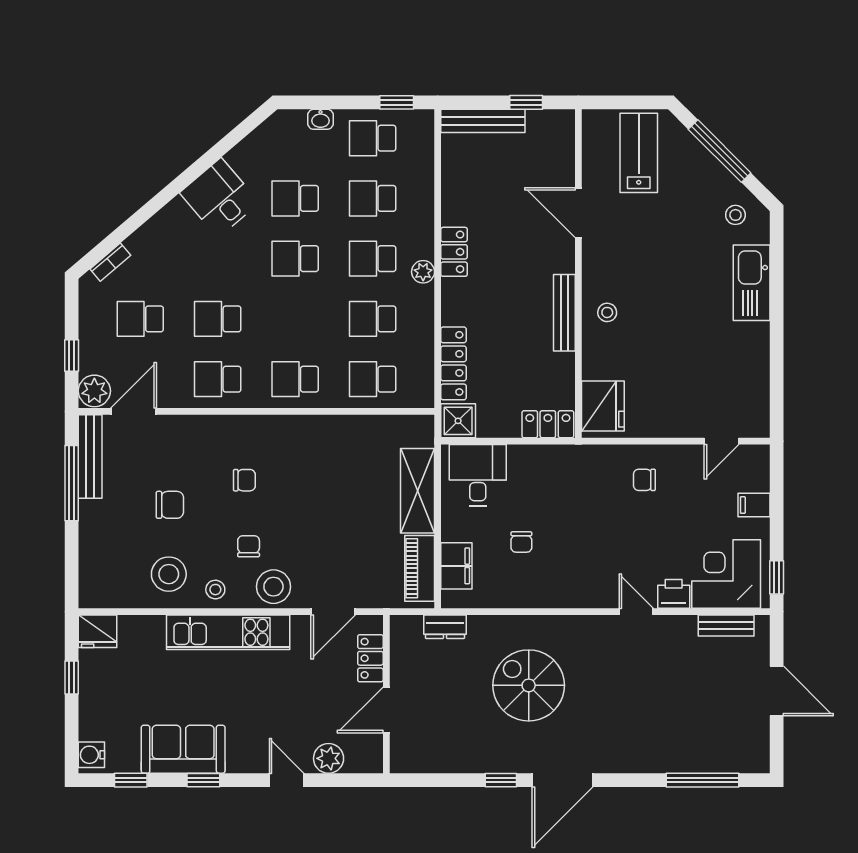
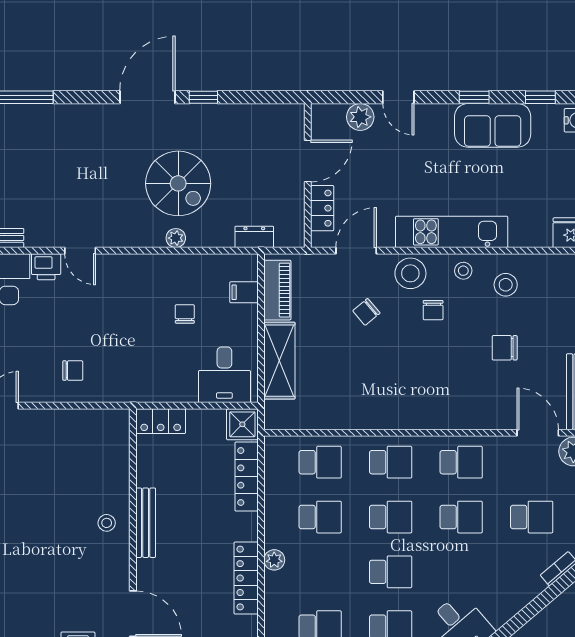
locker: (454, 252) -> (246, 578), width x1.53
school desk: (373, 259) -> (391, 517), moved
fridge: (603, 406) -> (111, 438), removed
door: (134, 411) -> (538, 433), swing flipped
chair: (244, 480) -> (366, 312), moved, turned -40
filing cabinet: (456, 566) -> (244, 292), width x0.50
stool: (169, 574) -> (506, 285), width x0.73, depth x0.73
plant: (531, 625) -> (176, 238), added

